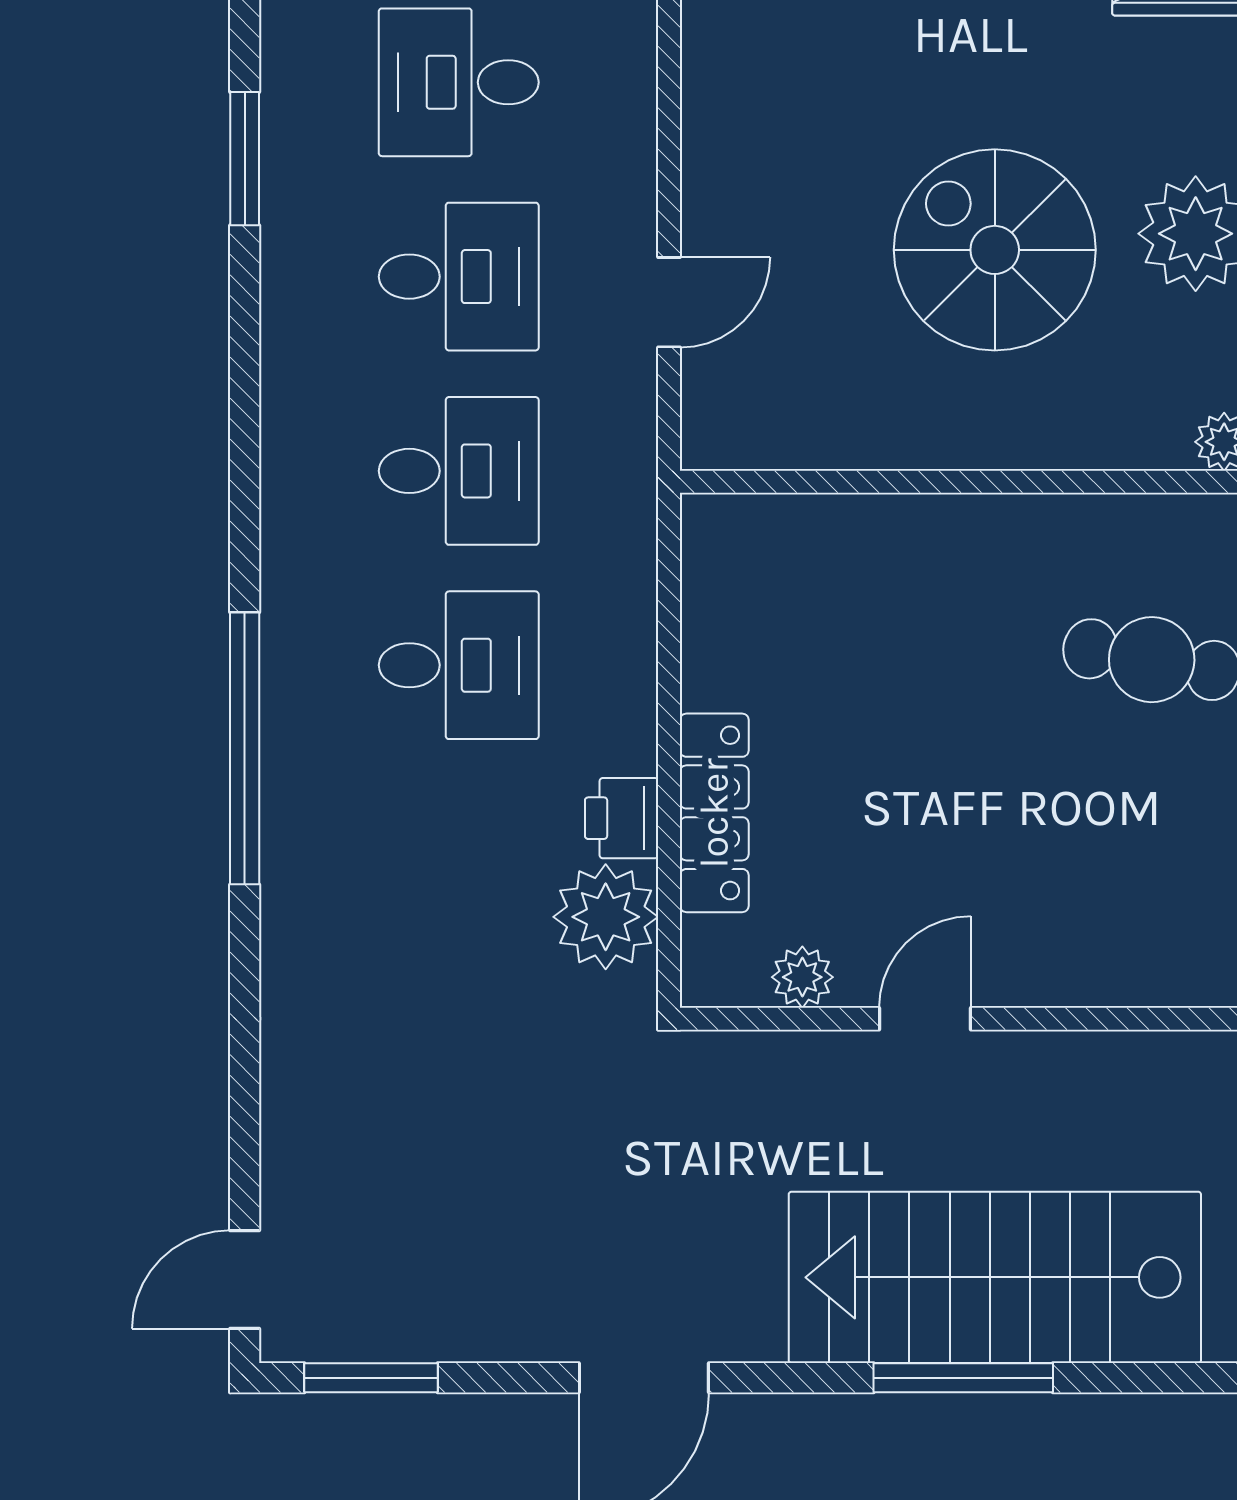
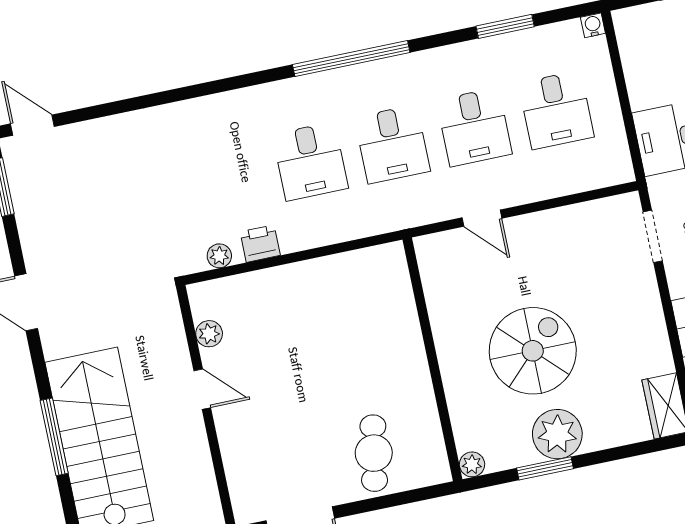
desk: (459, 82) -> (556, 110), turned 180
window: (245, 748) -> (351, 59), moved
locker: (714, 813) -> (271, 282), removed
plant: (606, 917) -> (219, 256), width x0.53, depth x0.53

